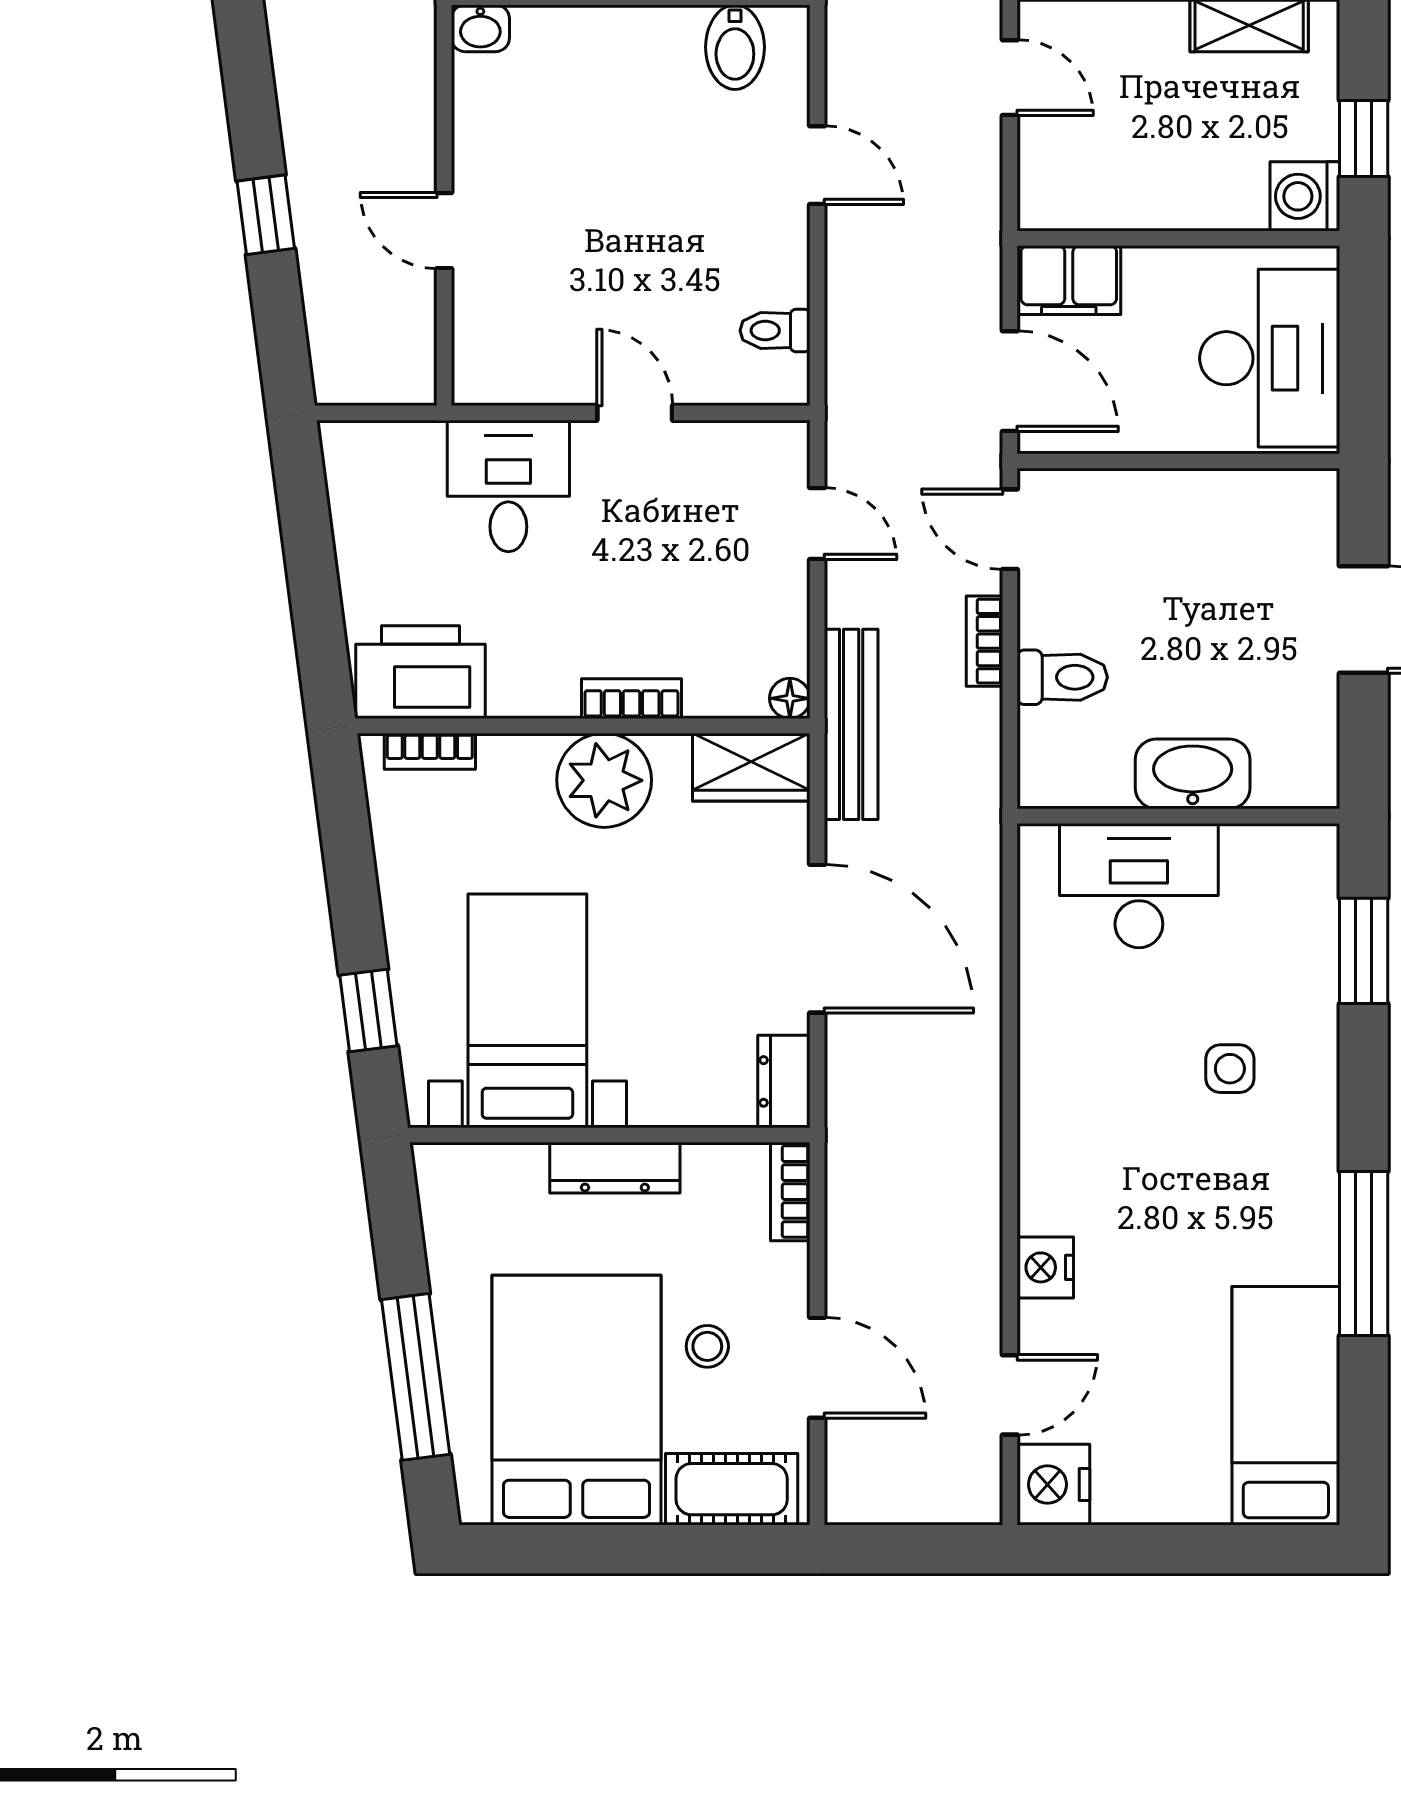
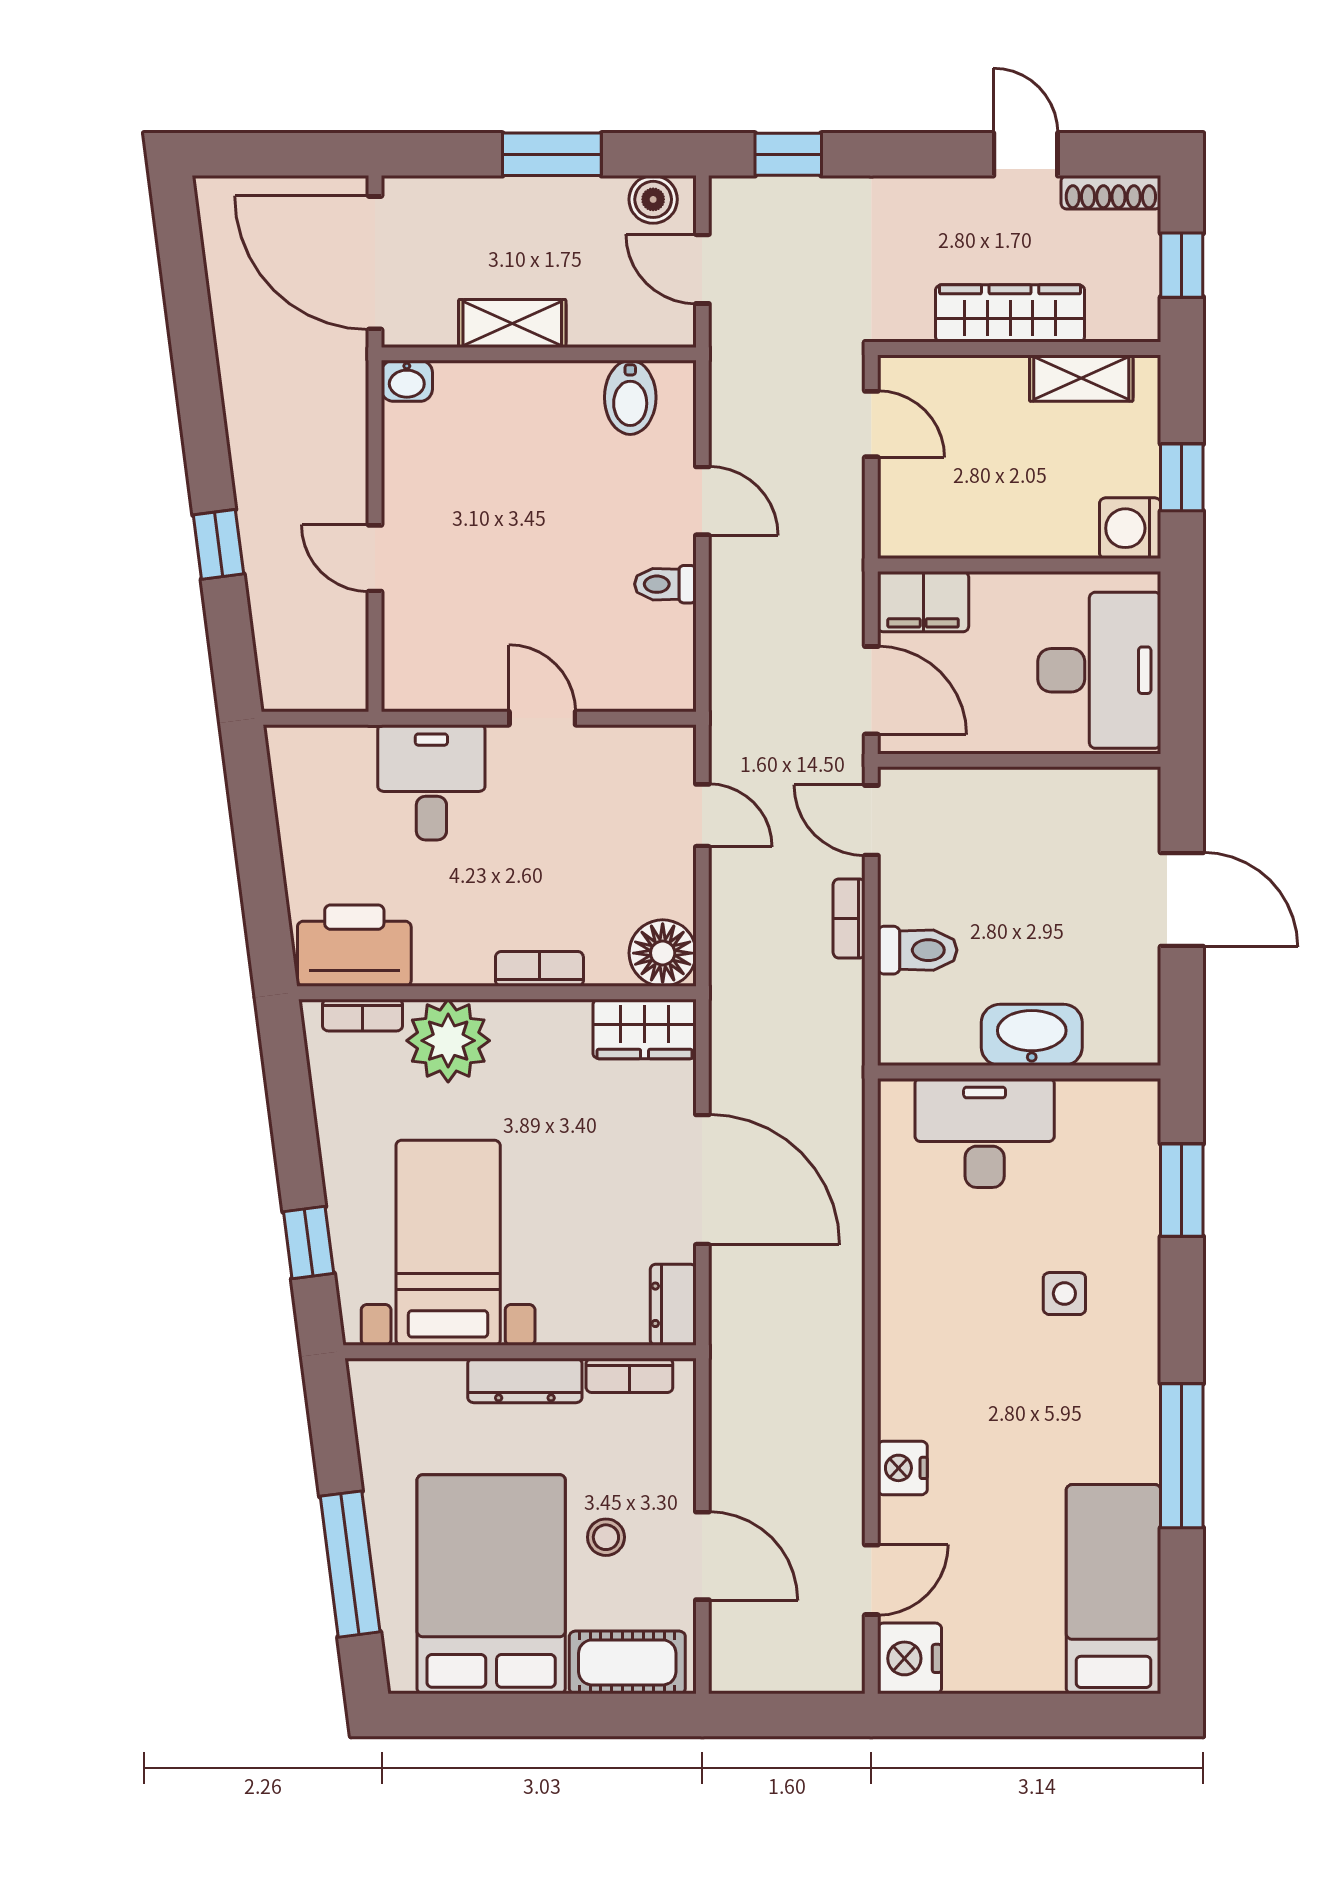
toilet: (775, 331) -> (665, 584), moved
floor lamp: (790, 698) -> (663, 953), width x1.89, depth x1.89
bench: (851, 724) -> (732, 992), removed
plant: (604, 780) -> (448, 1041), moved
bookcase: (790, 1192) -> (629, 1375), moved, turned -90

